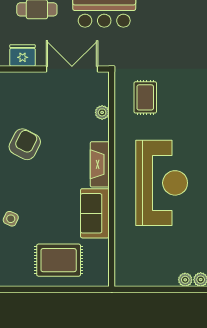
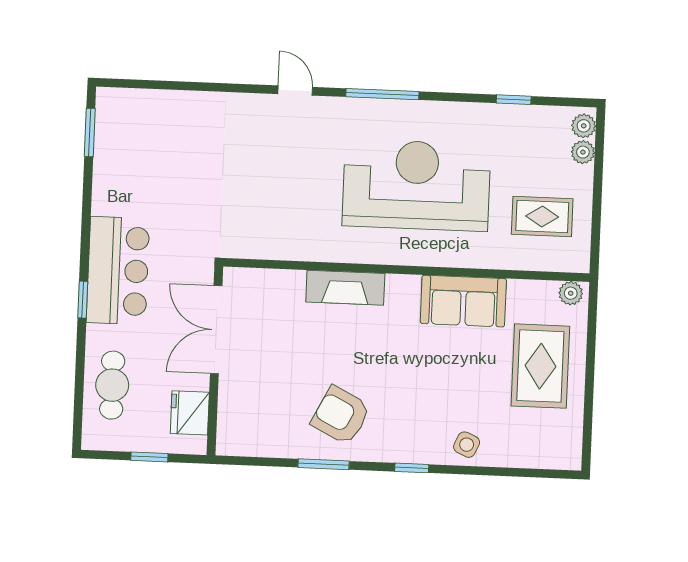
rug: (145, 97) -> (542, 217), moved
plant: (102, 112) -> (571, 293), moved
fireplace: (100, 164) -> (345, 288), moved

